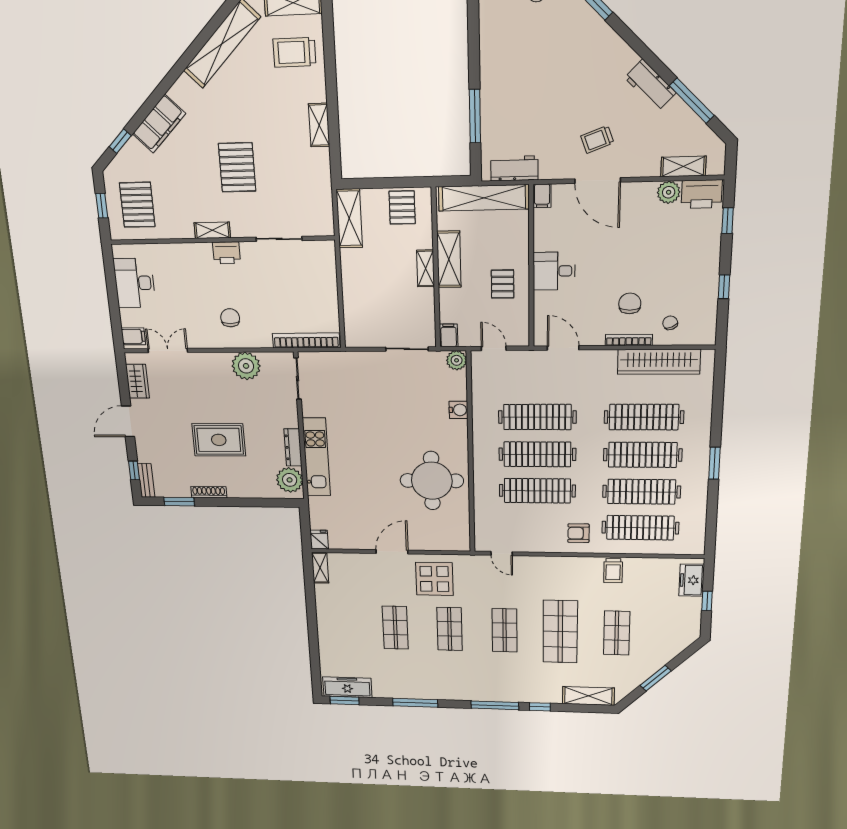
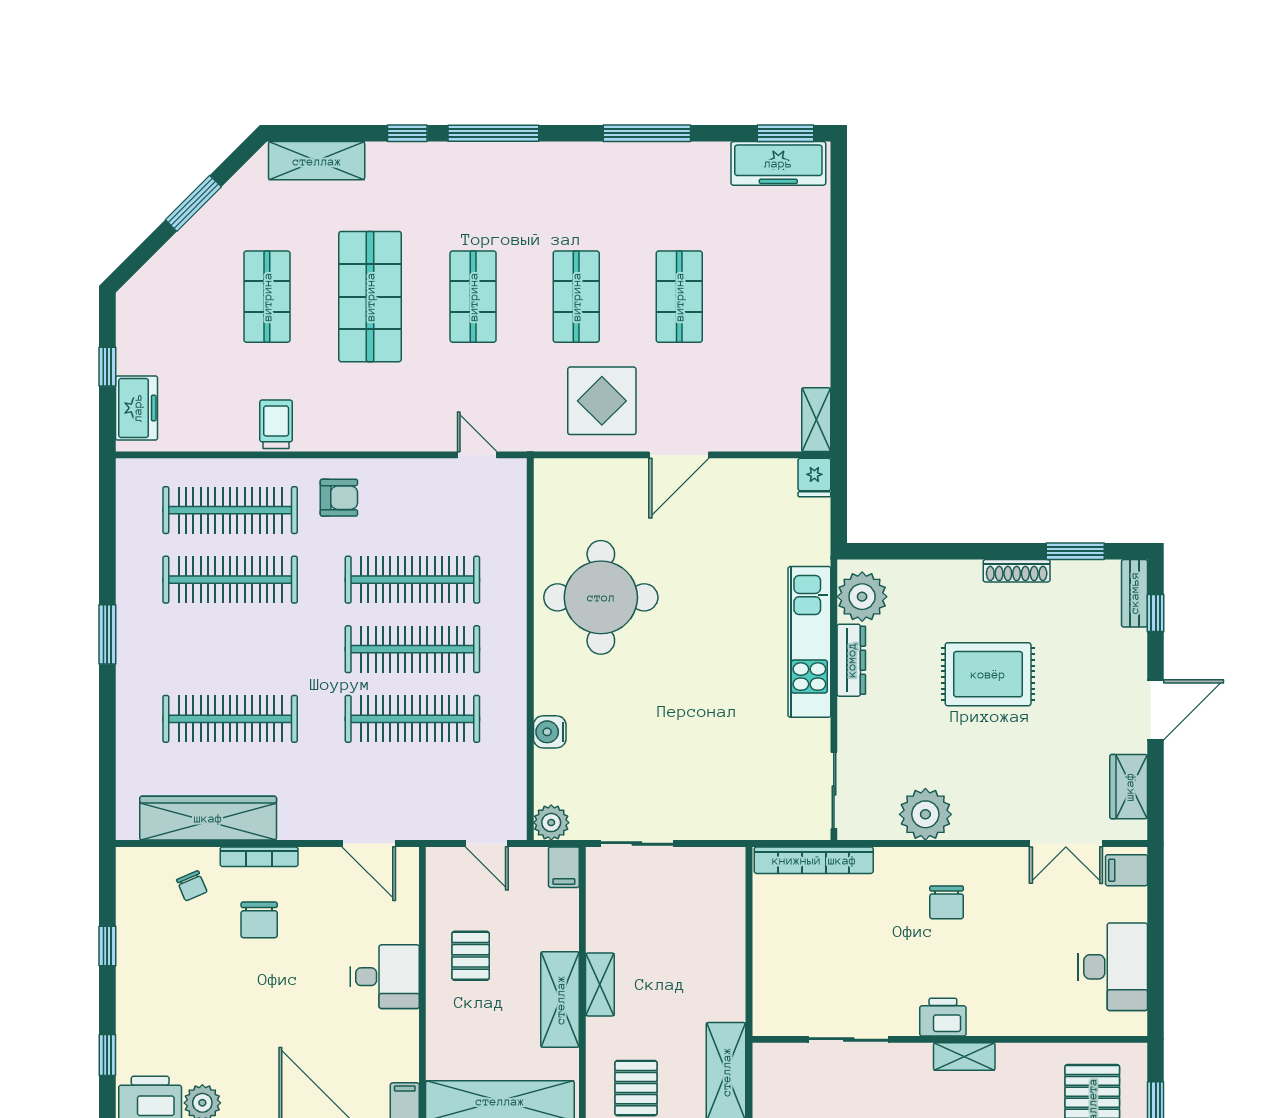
clothes rail: (643, 455) -> (230, 649), removed

